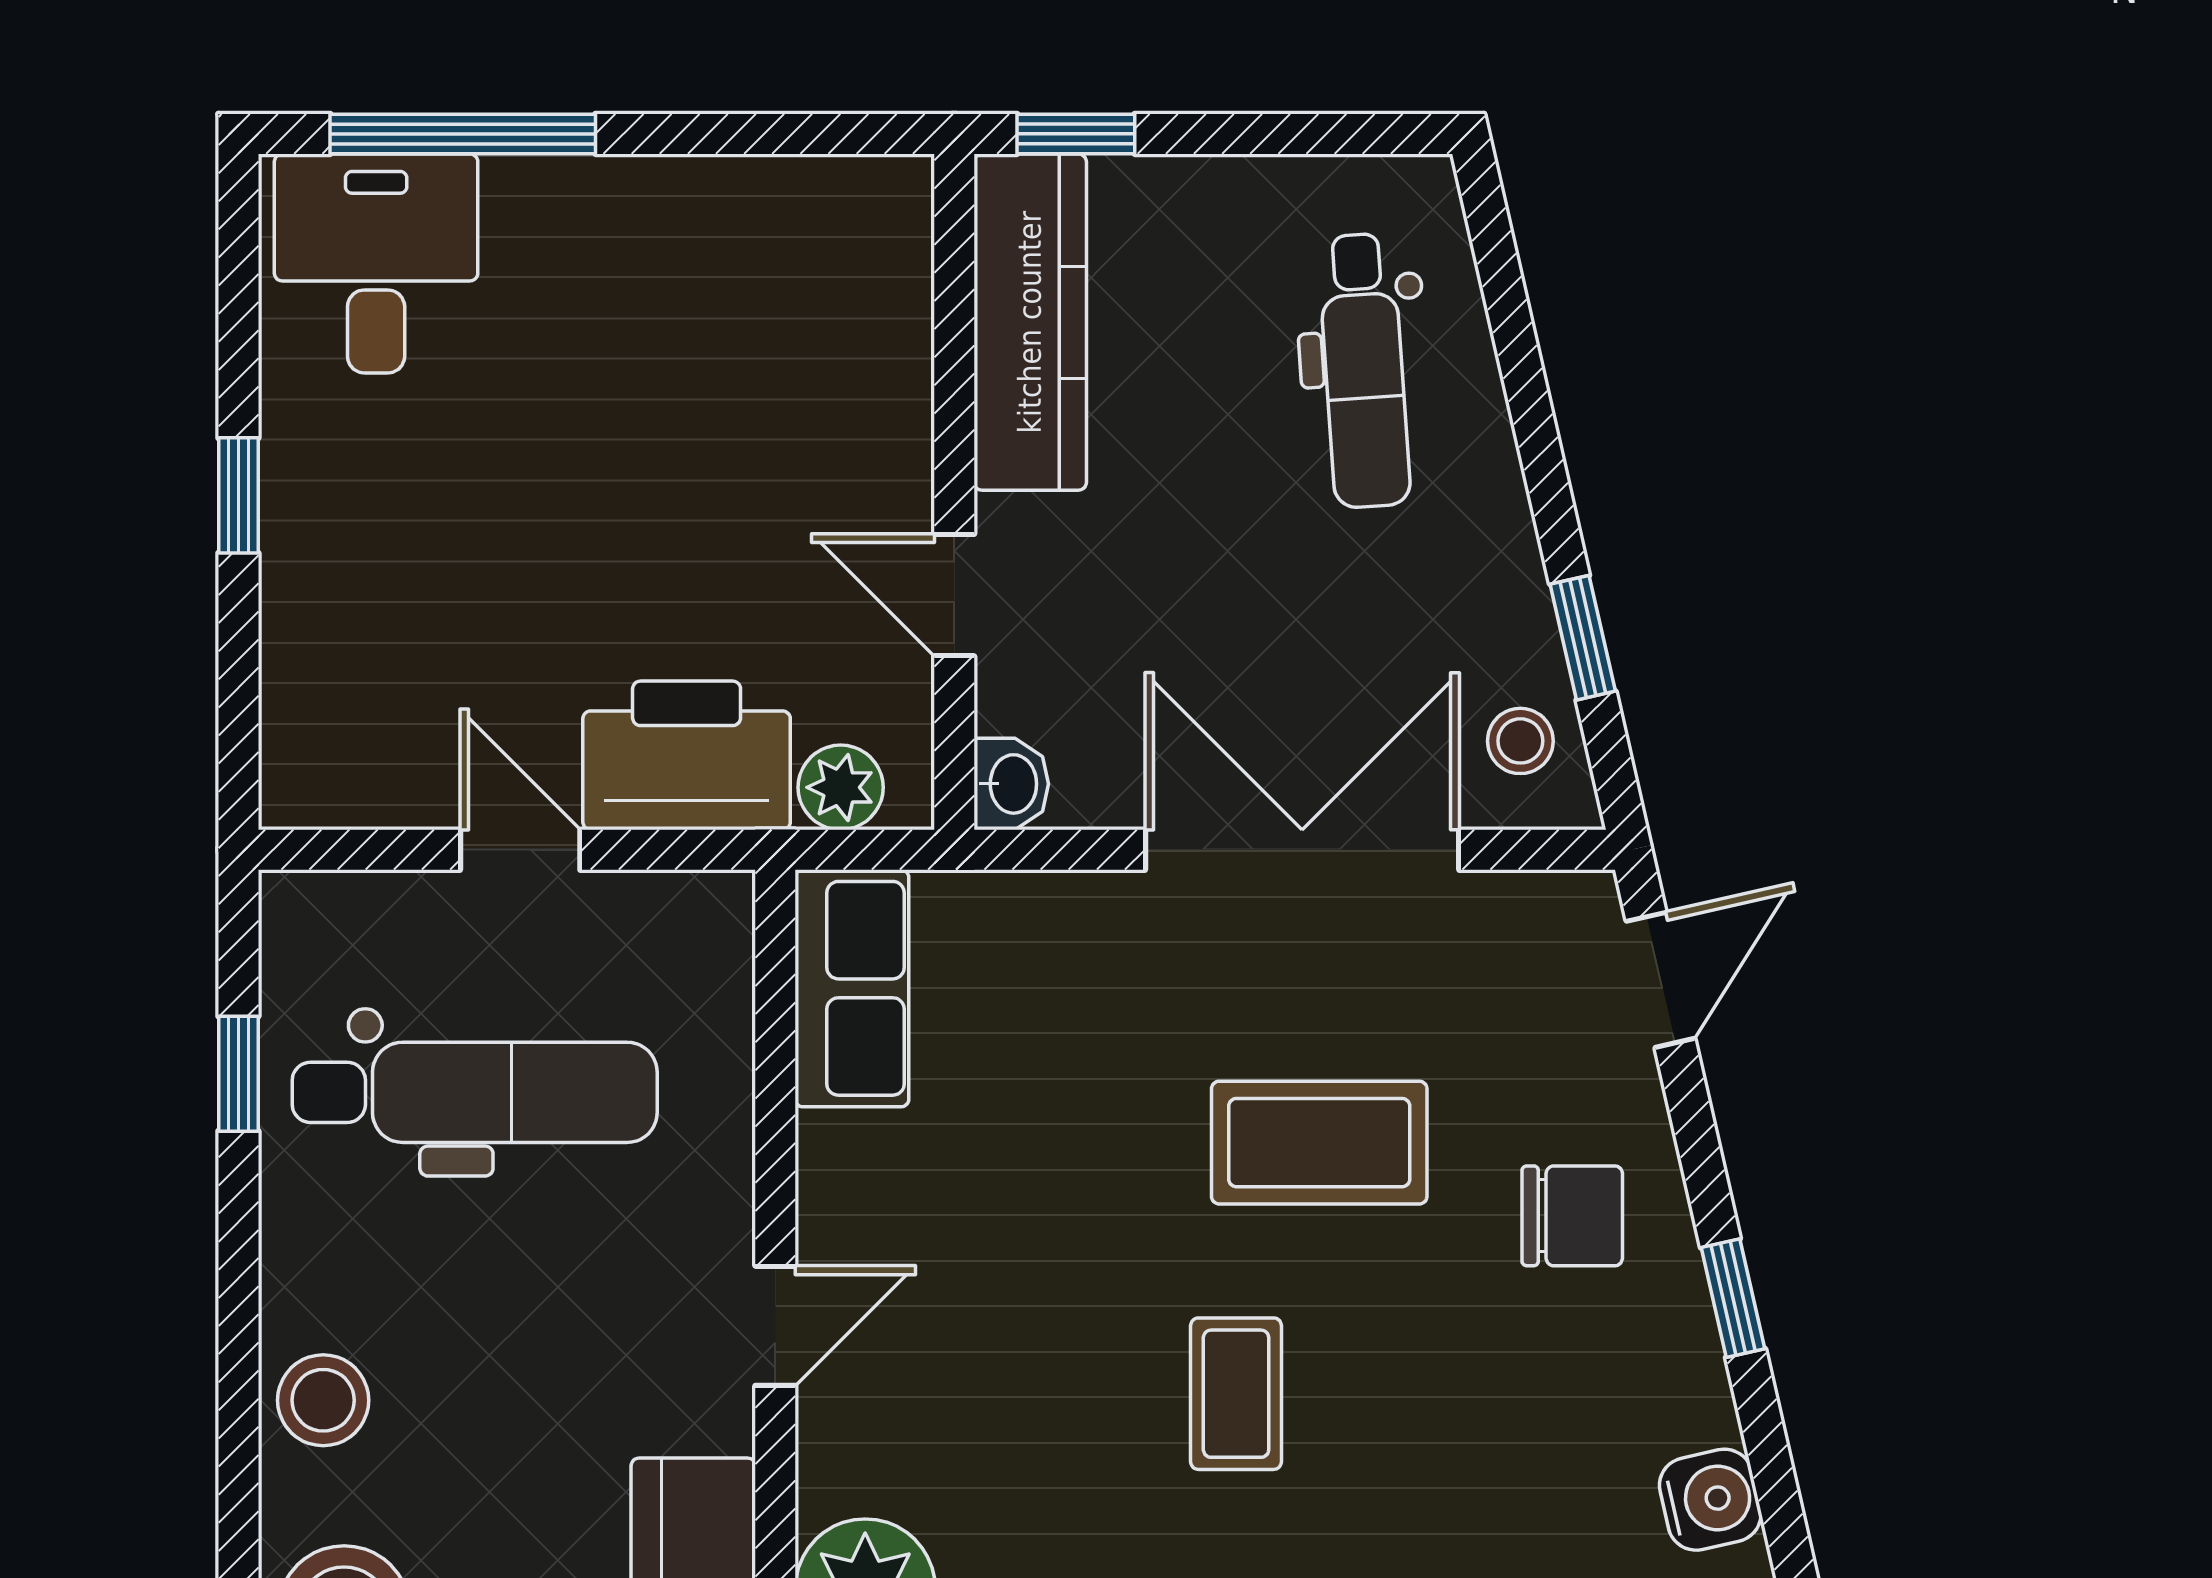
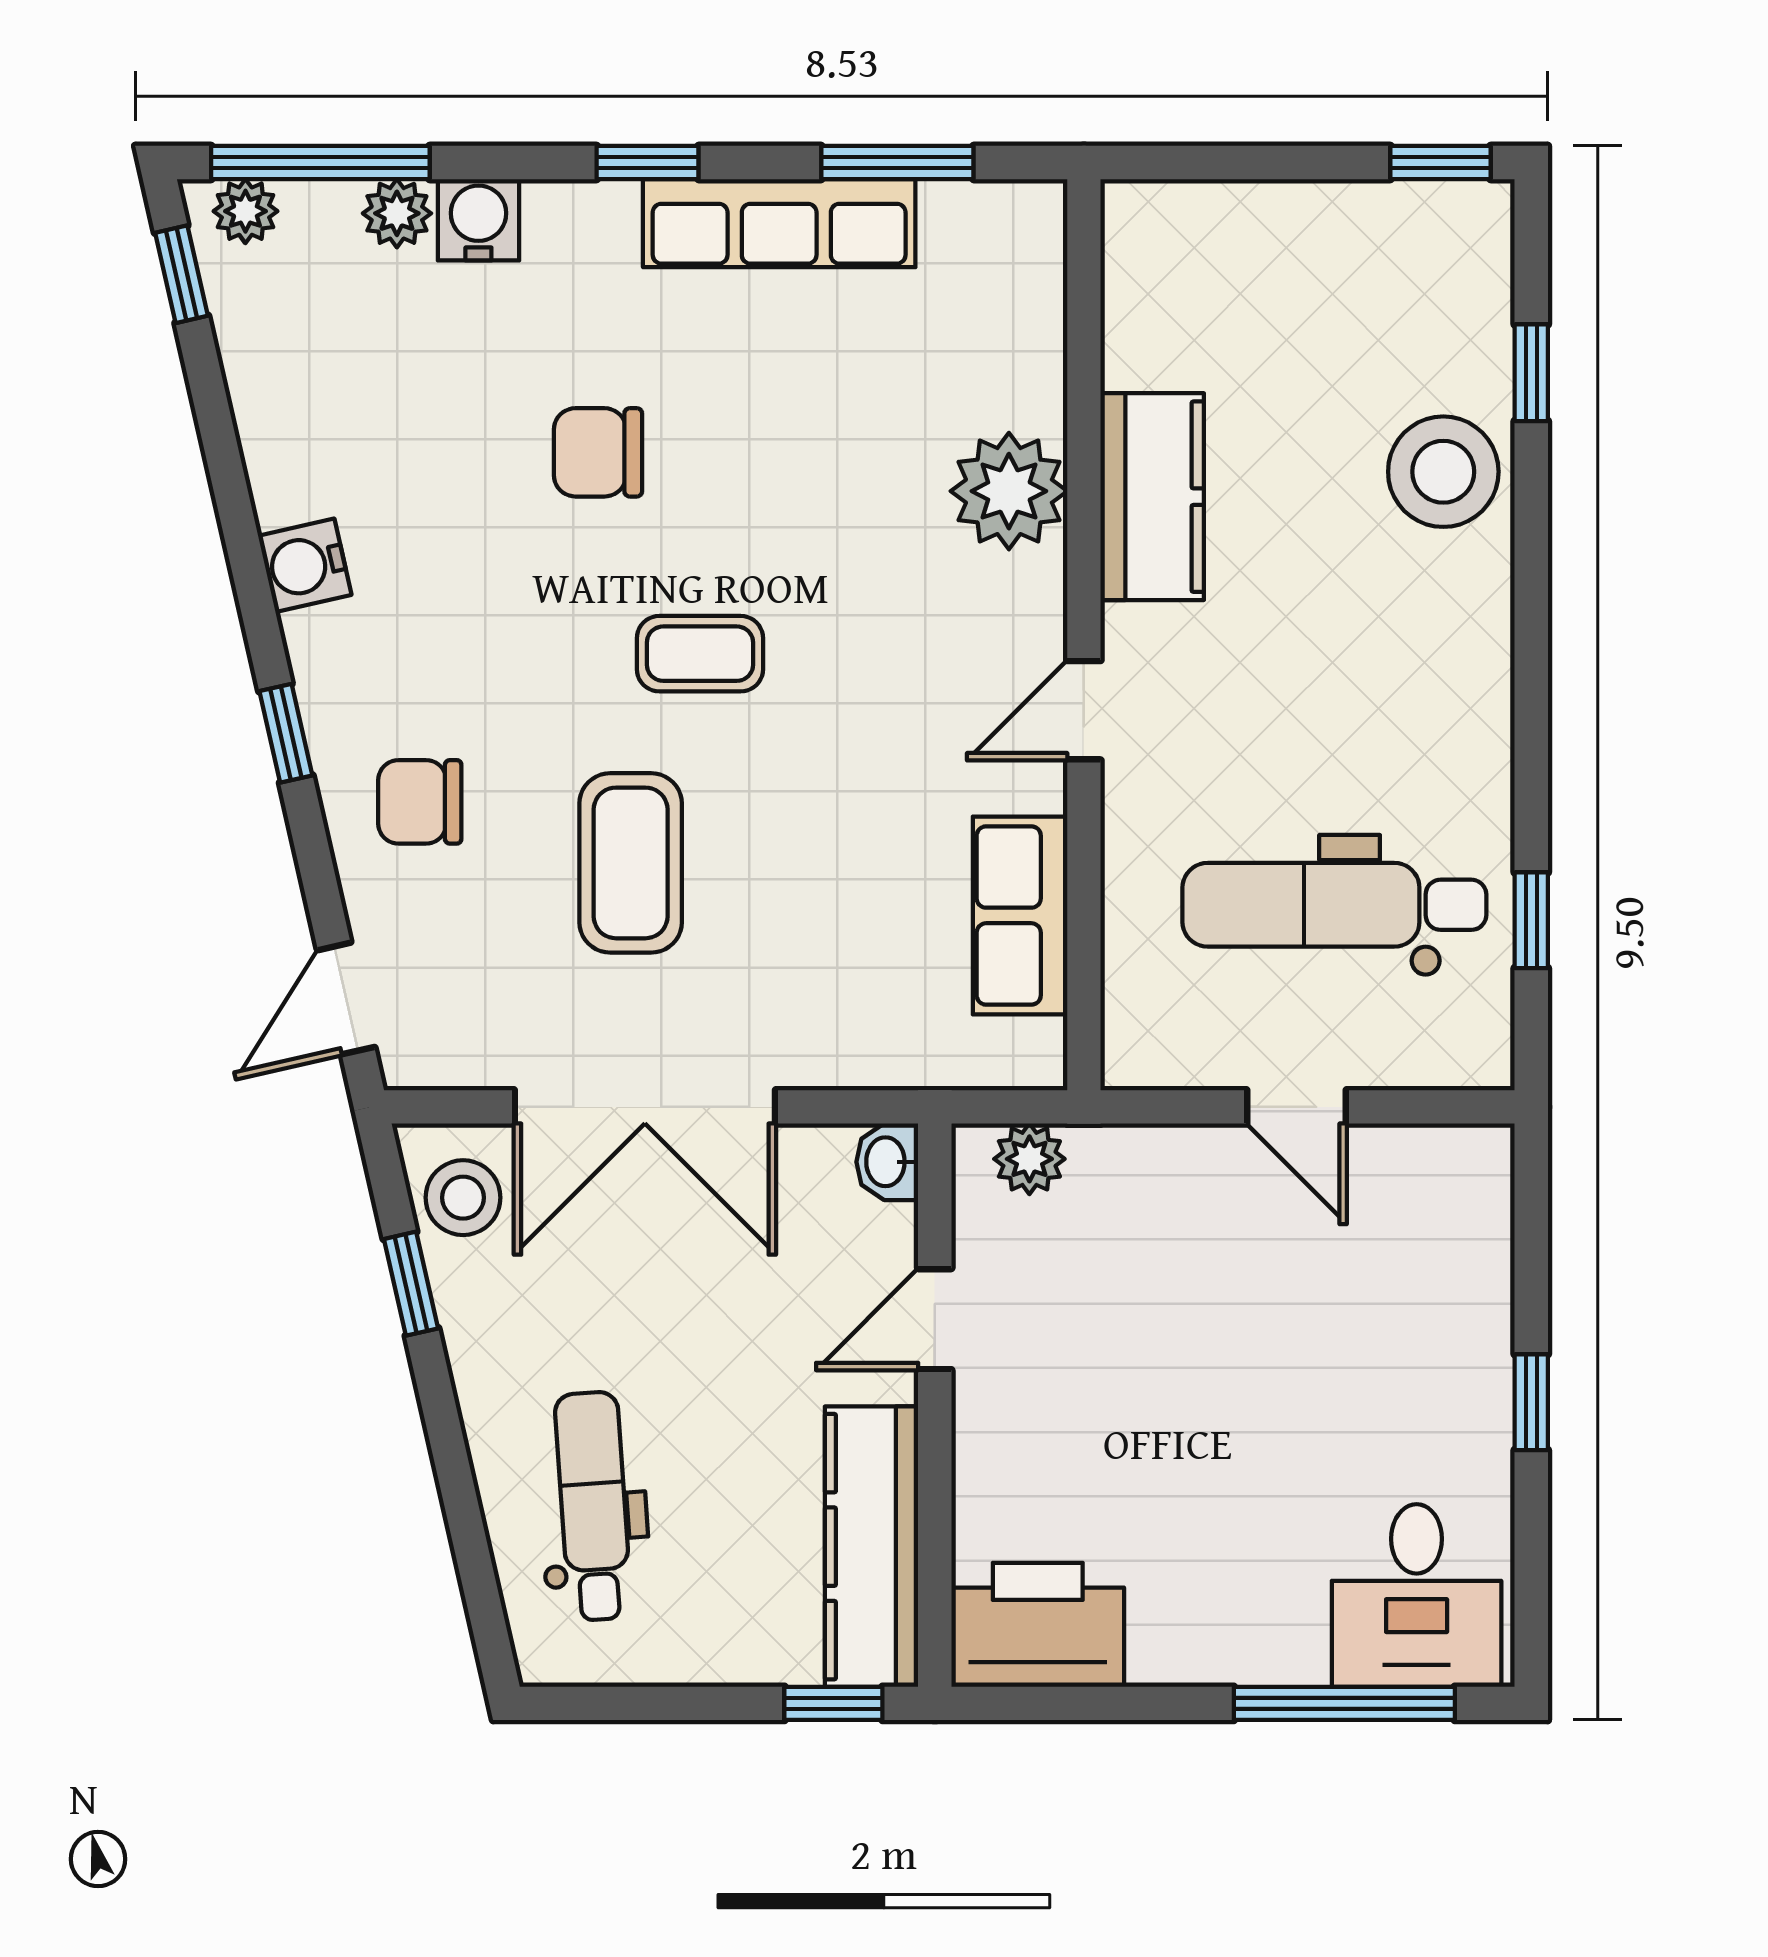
door: (954, 595) -> (935, 1319), swing flipped
stool: (1520, 741) -> (463, 1198), width x1.37, depth x1.37
printer: (687, 755) -> (1038, 1625), moved, turned 180
row of seats: (852, 988) -> (1020, 915), moved
coffee table: (1319, 1143) -> (631, 863), turned 90
coffee table: (1236, 1394) -> (700, 654), turned 90
stool: (323, 1400) -> (1461, 648), removed

